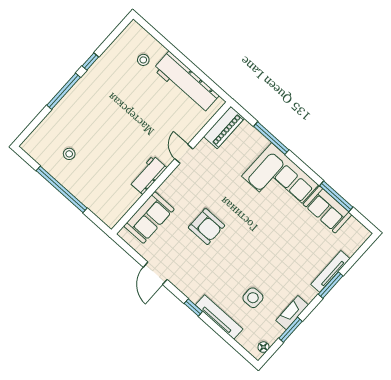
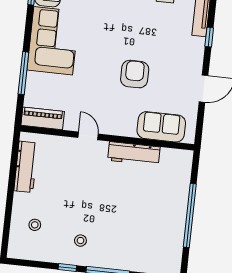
workbench: (186, 82) -> (26, 167), width x0.73, depth x0.76
stool: (69, 154) -> (80, 241), moved
door: (184, 154) -> (88, 136), swing flipped
workbench: (148, 175) -> (134, 154), width x1.38

